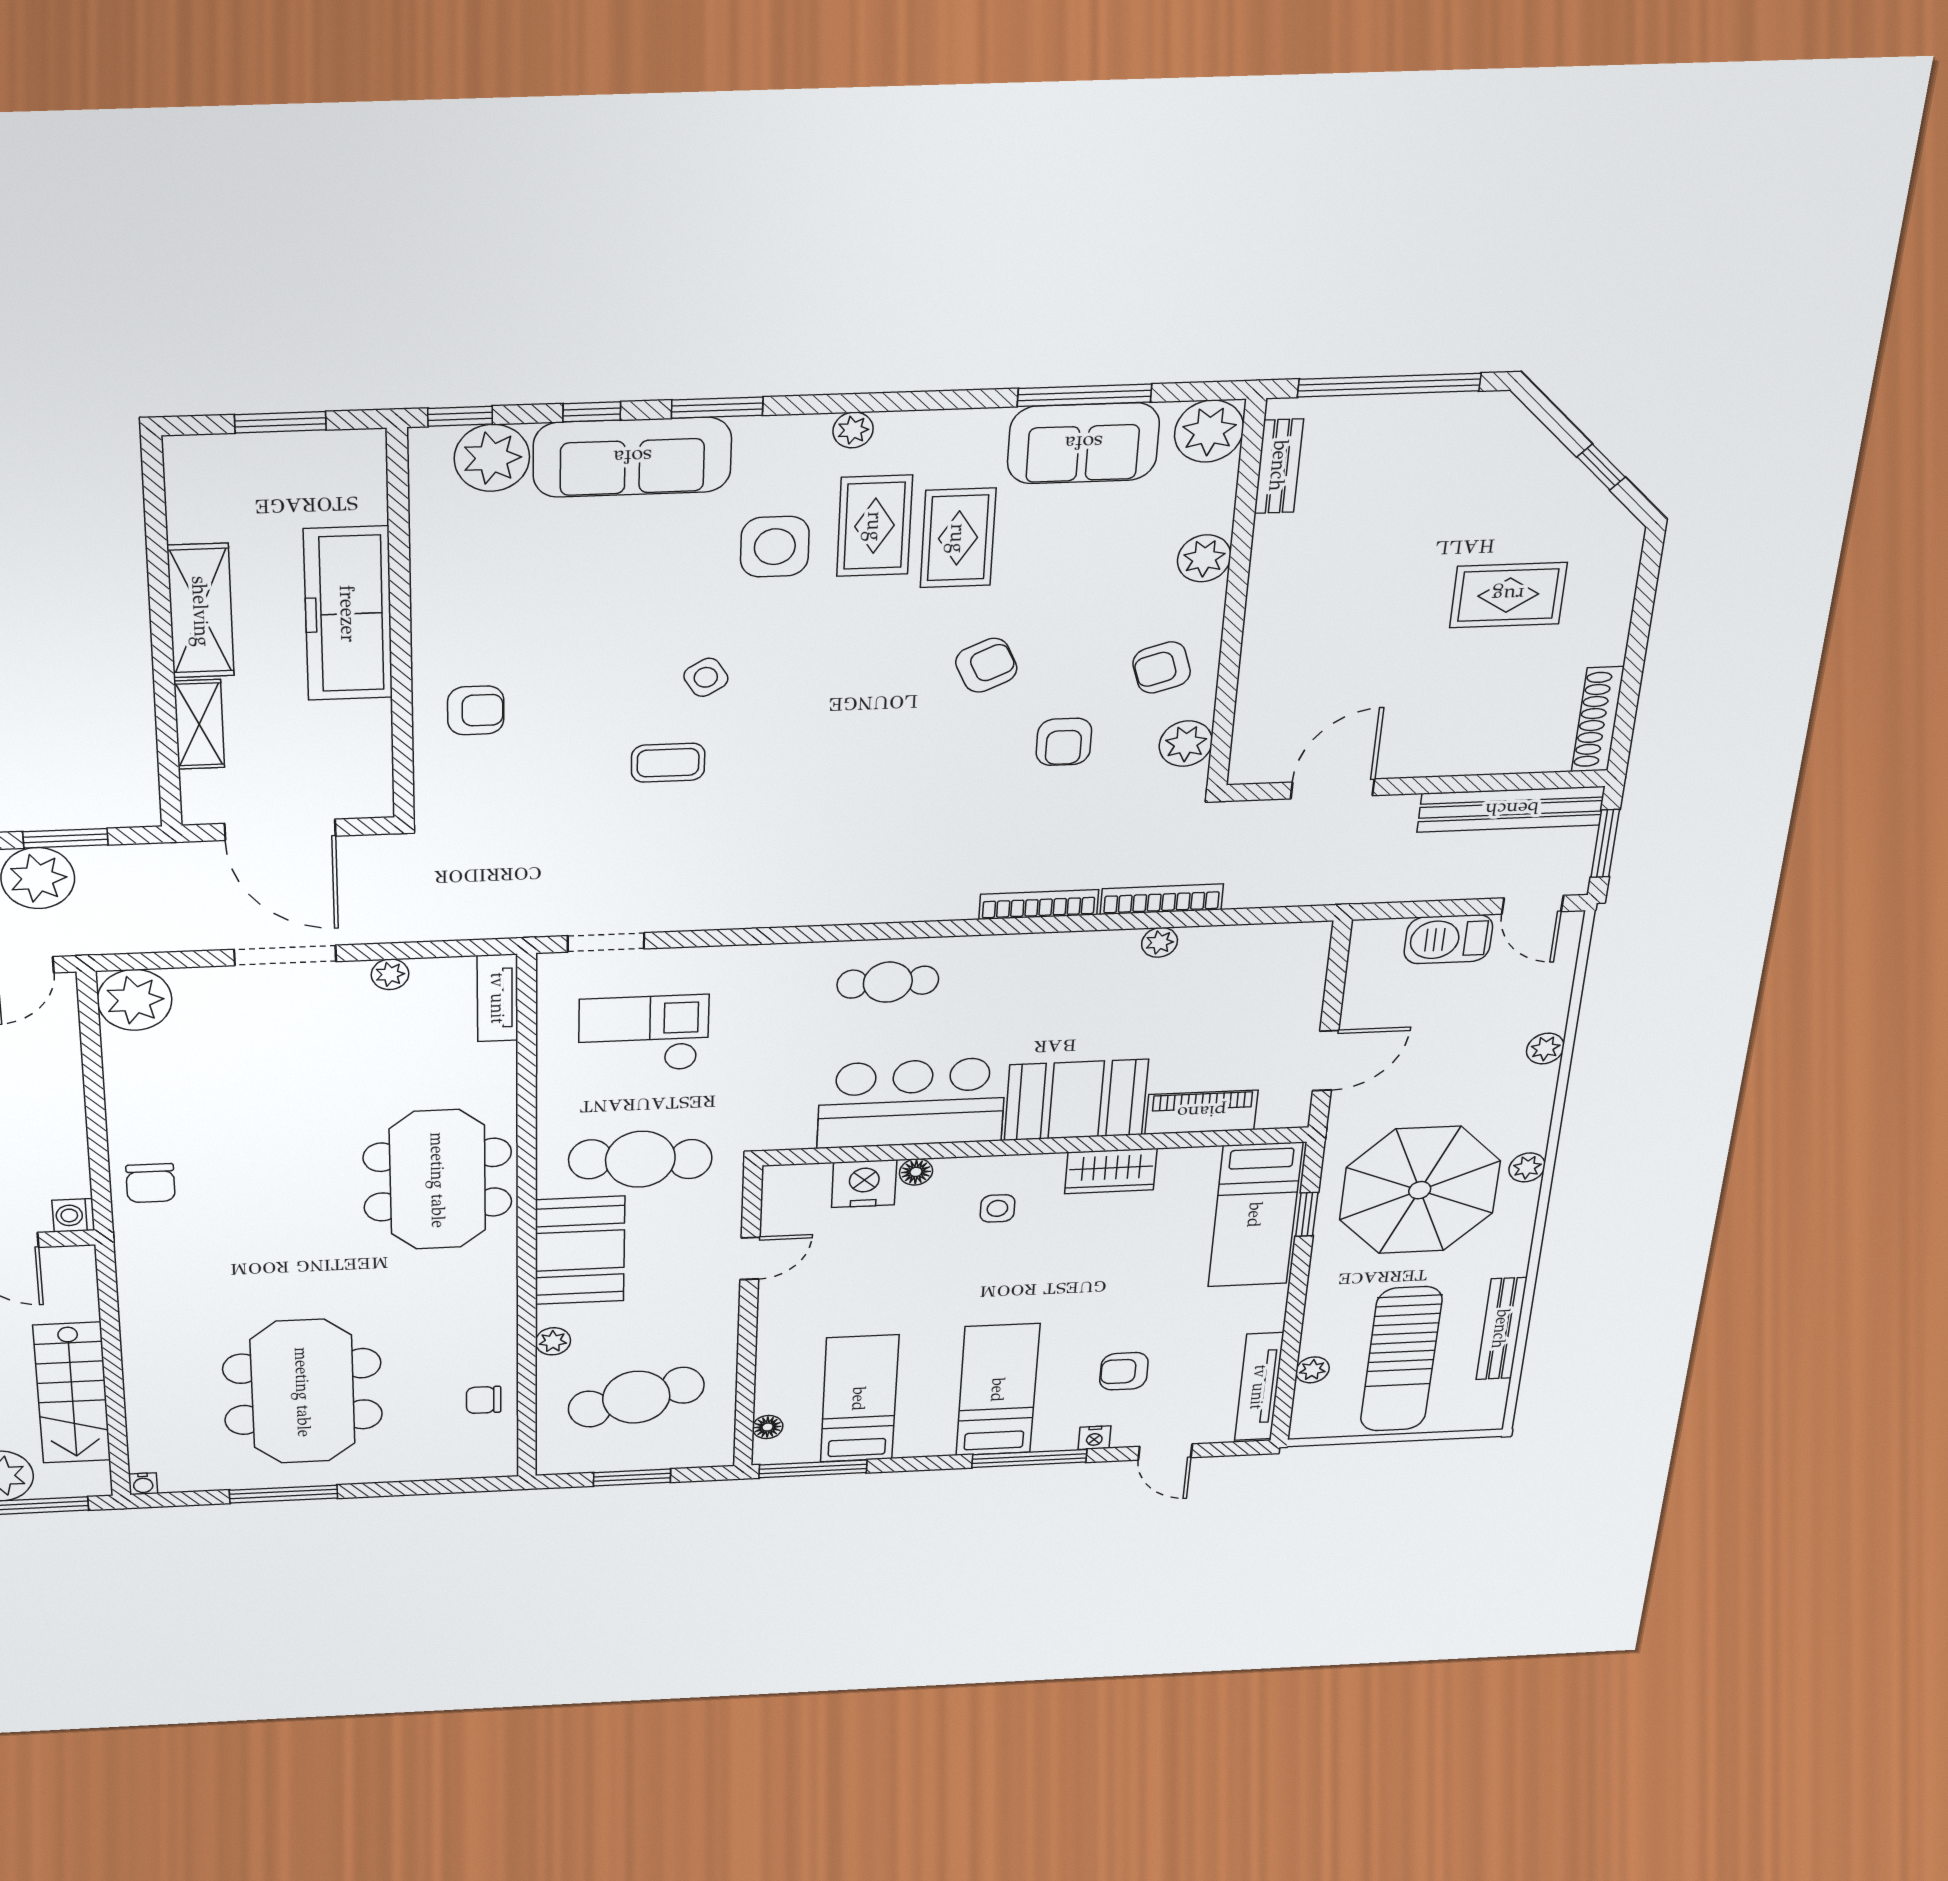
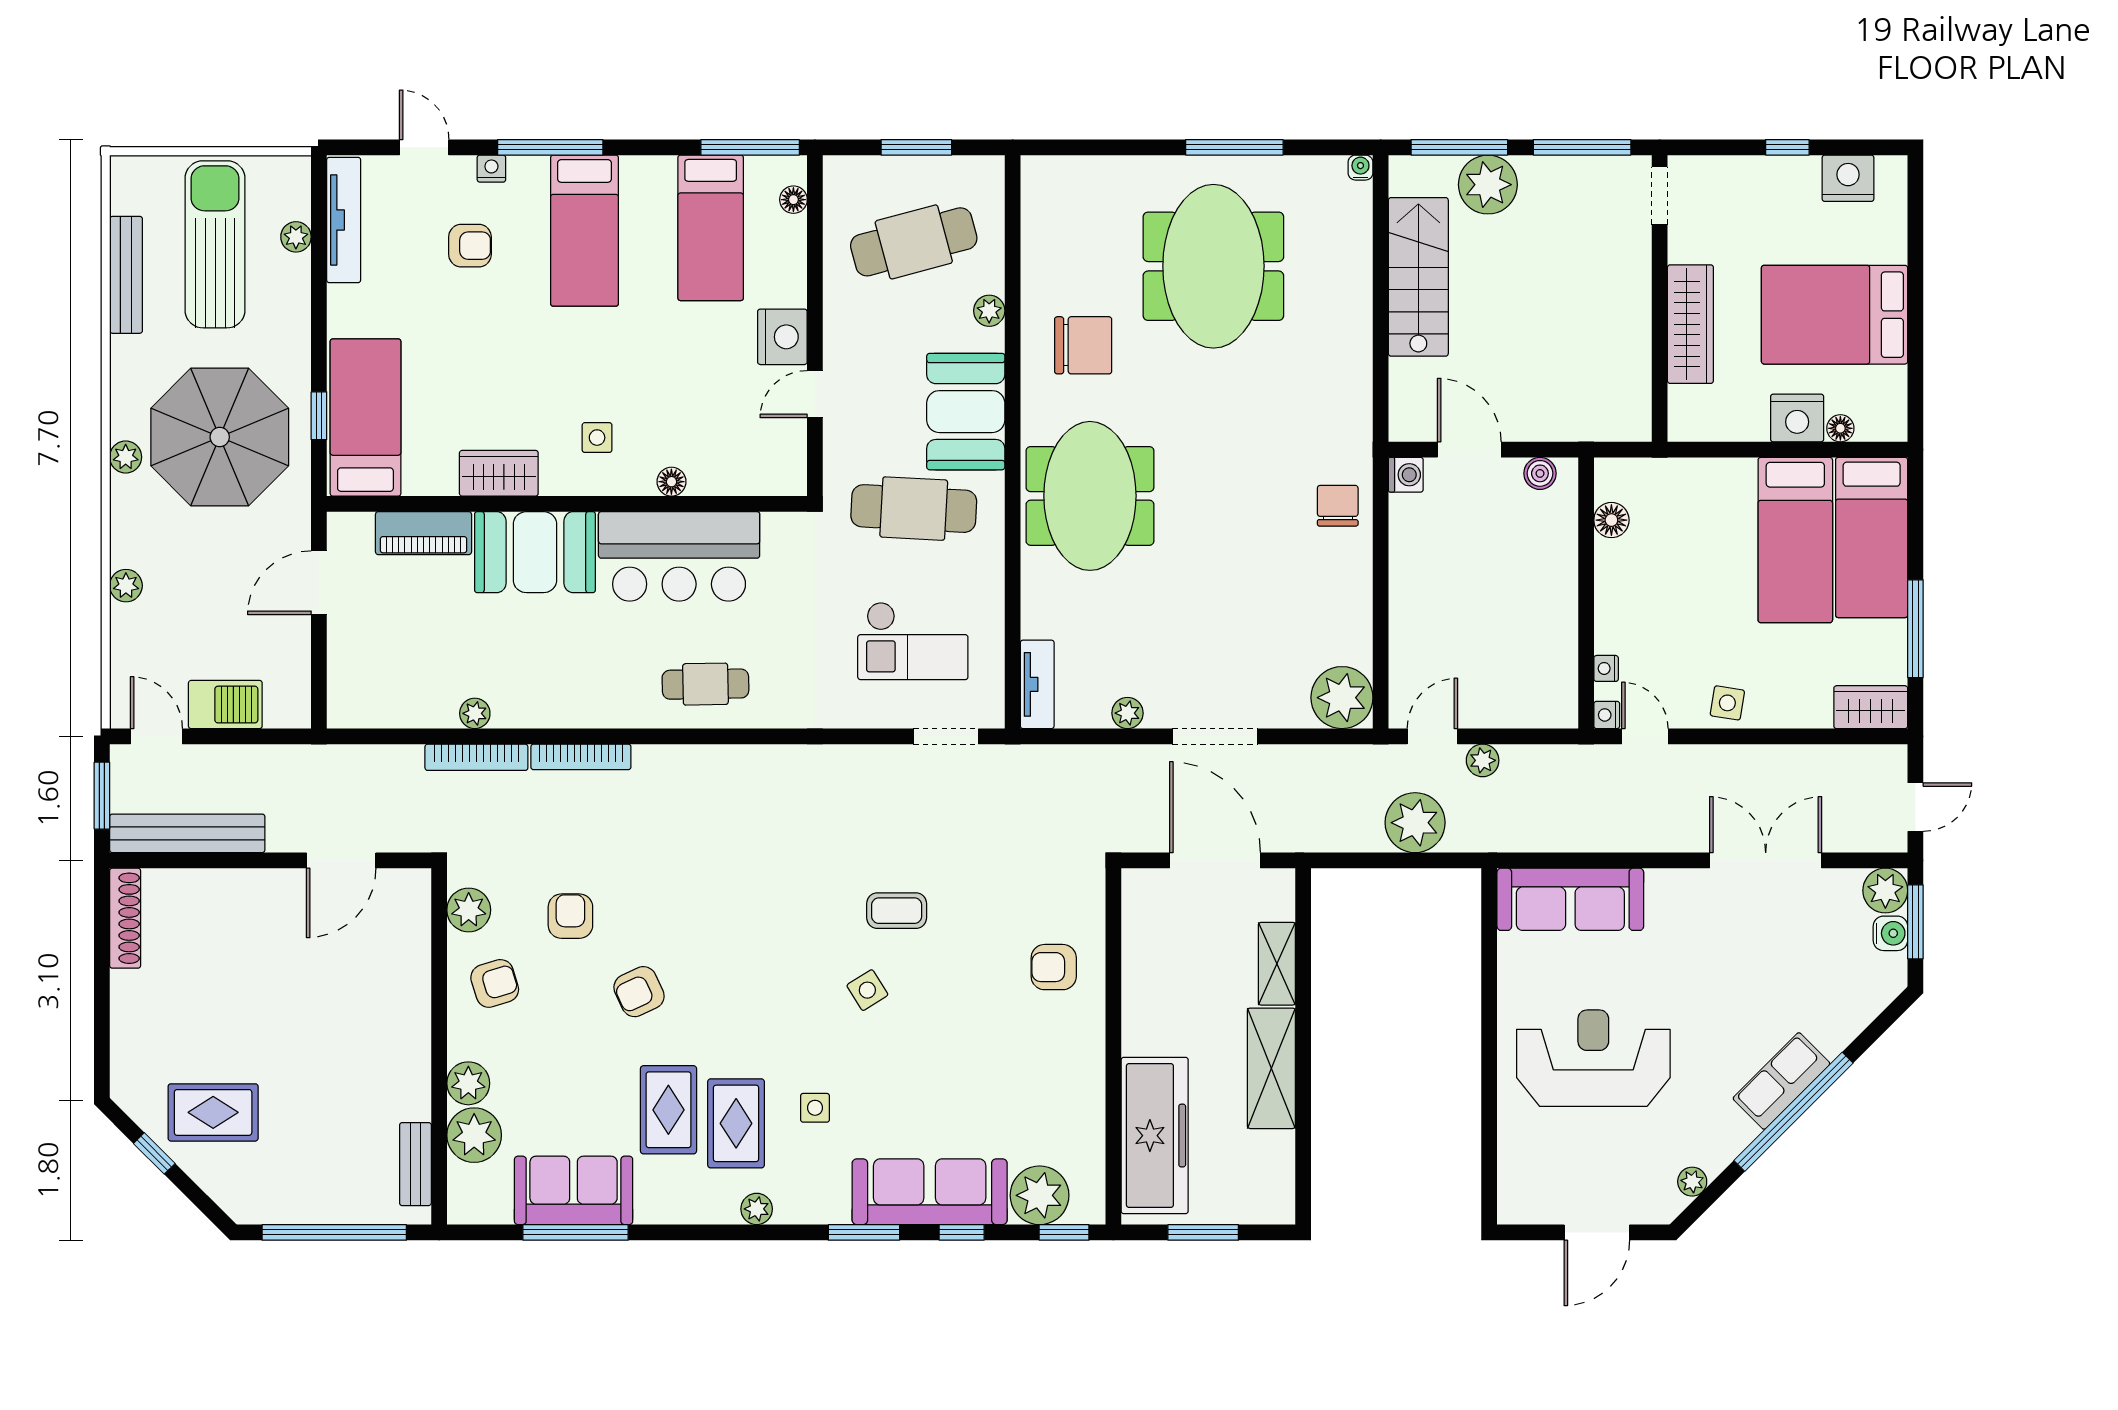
plant: (1209, 431) -> (474, 1135), moved
side table: (775, 547) -> (815, 1108), width x0.54, depth x0.54
rug: (1508, 595) -> (213, 1112), moved
freezer: (348, 614) -> (1155, 1136), moved
window: (65, 838) -> (1390, 860), removed
nightstand: (864, 1184) -> (782, 337), moved, turned -90
chair: (484, 1400) -> (1083, 345), moved, width x1.87, depth x1.87

